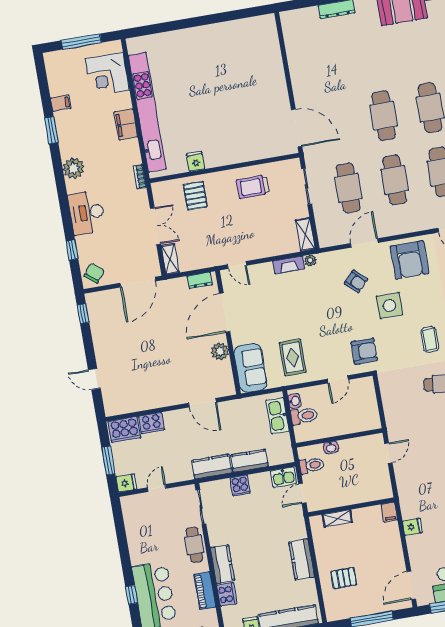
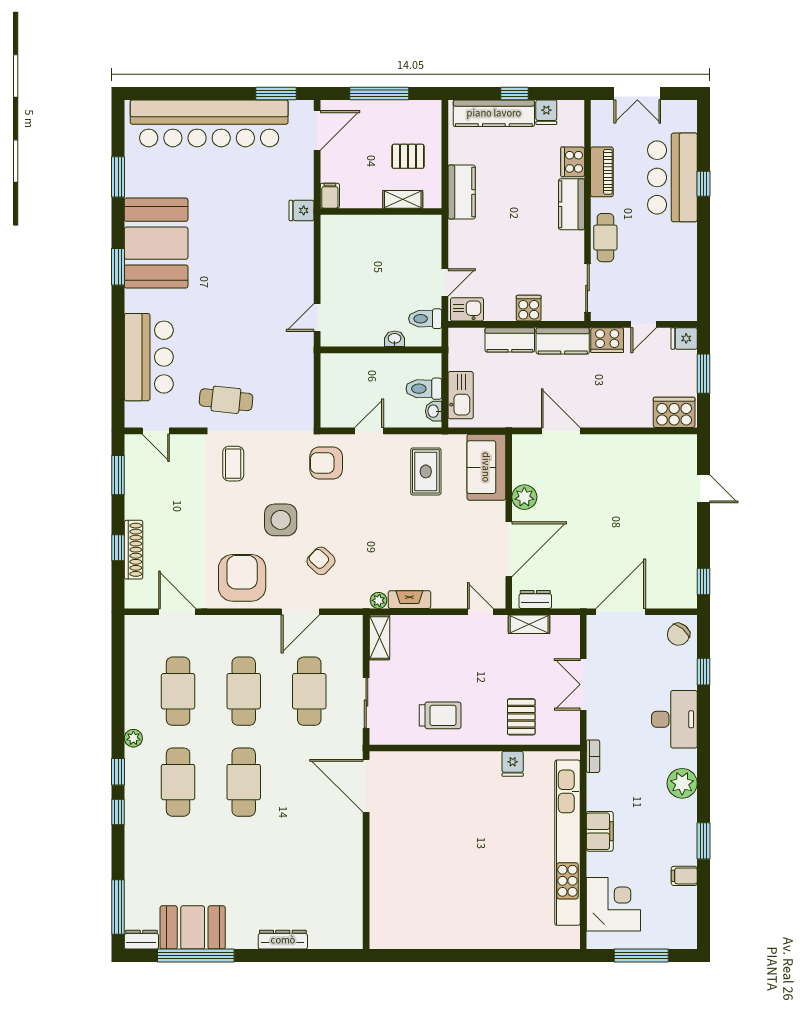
shelving: (170, 259) -> (529, 624), moved, turned 90
cooker: (151, 423) -> (607, 340), moved, turned 180
wall: (351, 507) -> (381, 212), moved
filing cabinet: (389, 512) -> (330, 196), moved
shelving: (337, 518) -> (403, 199), moved

